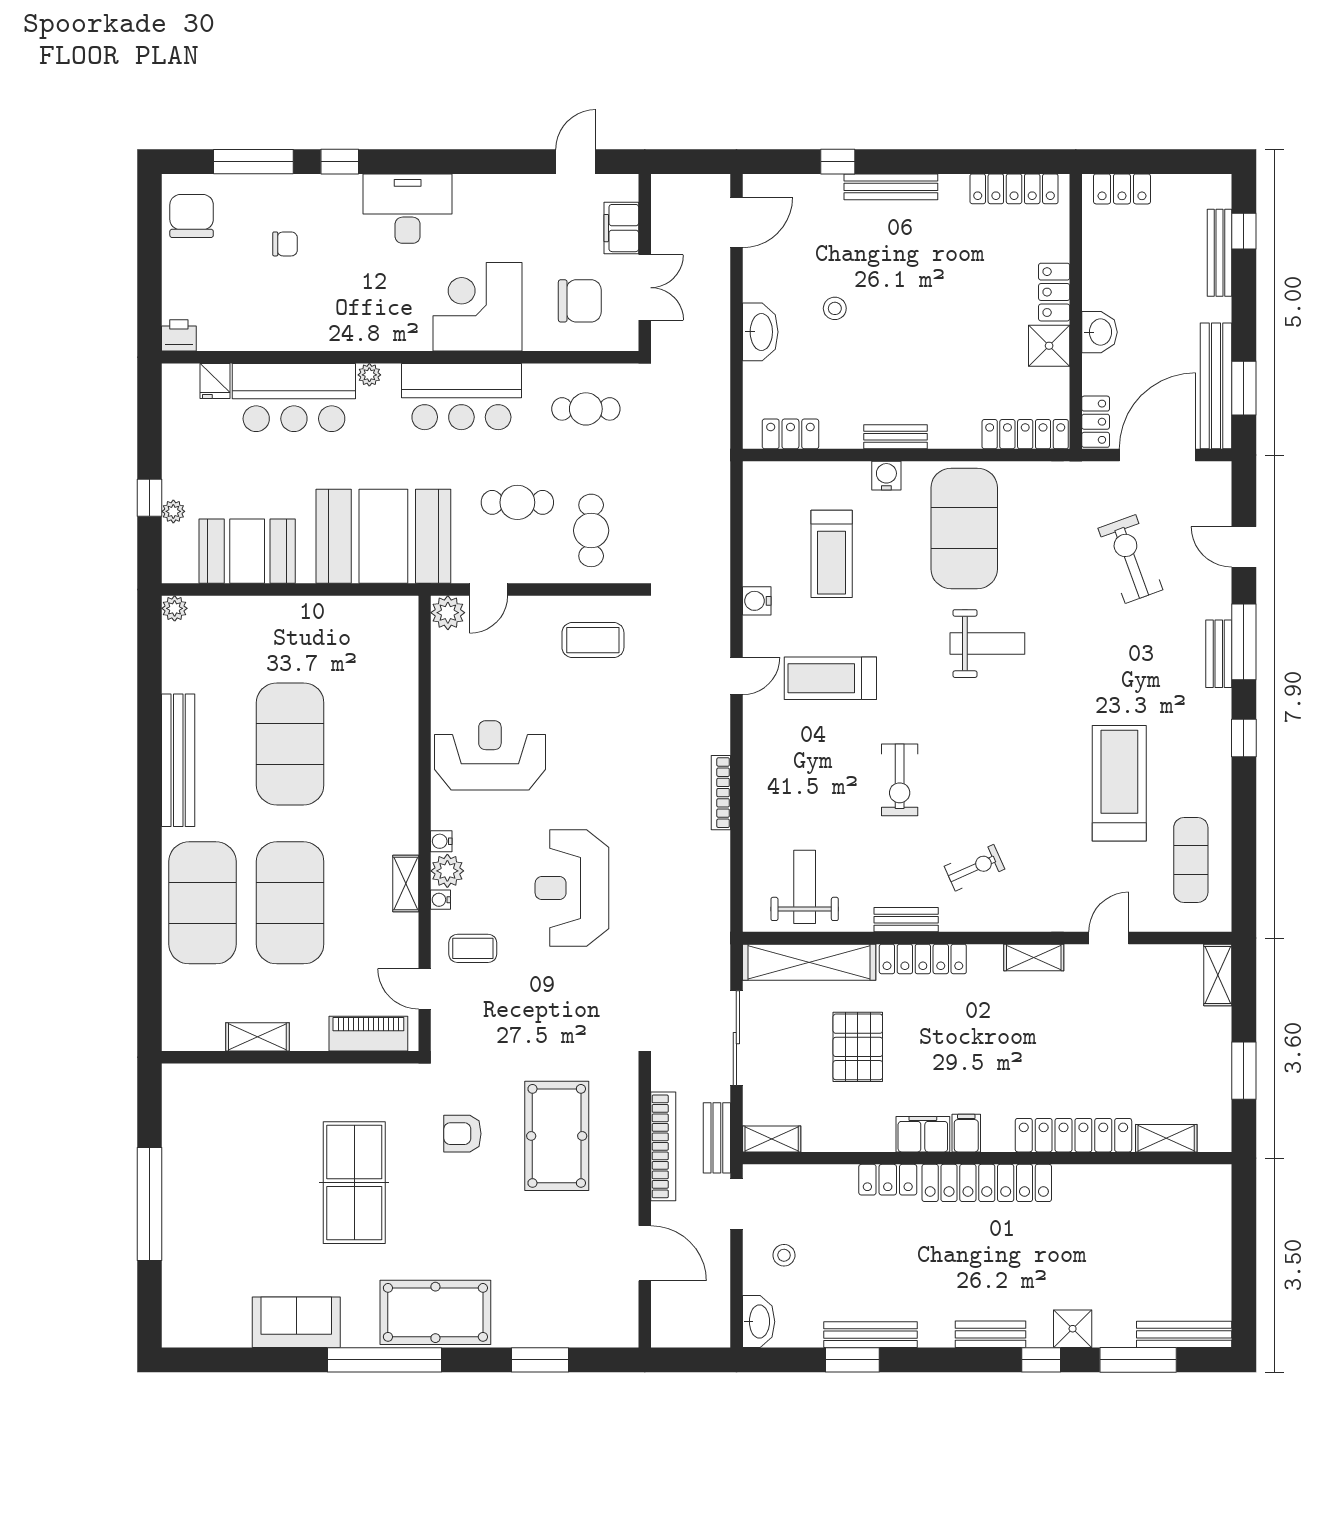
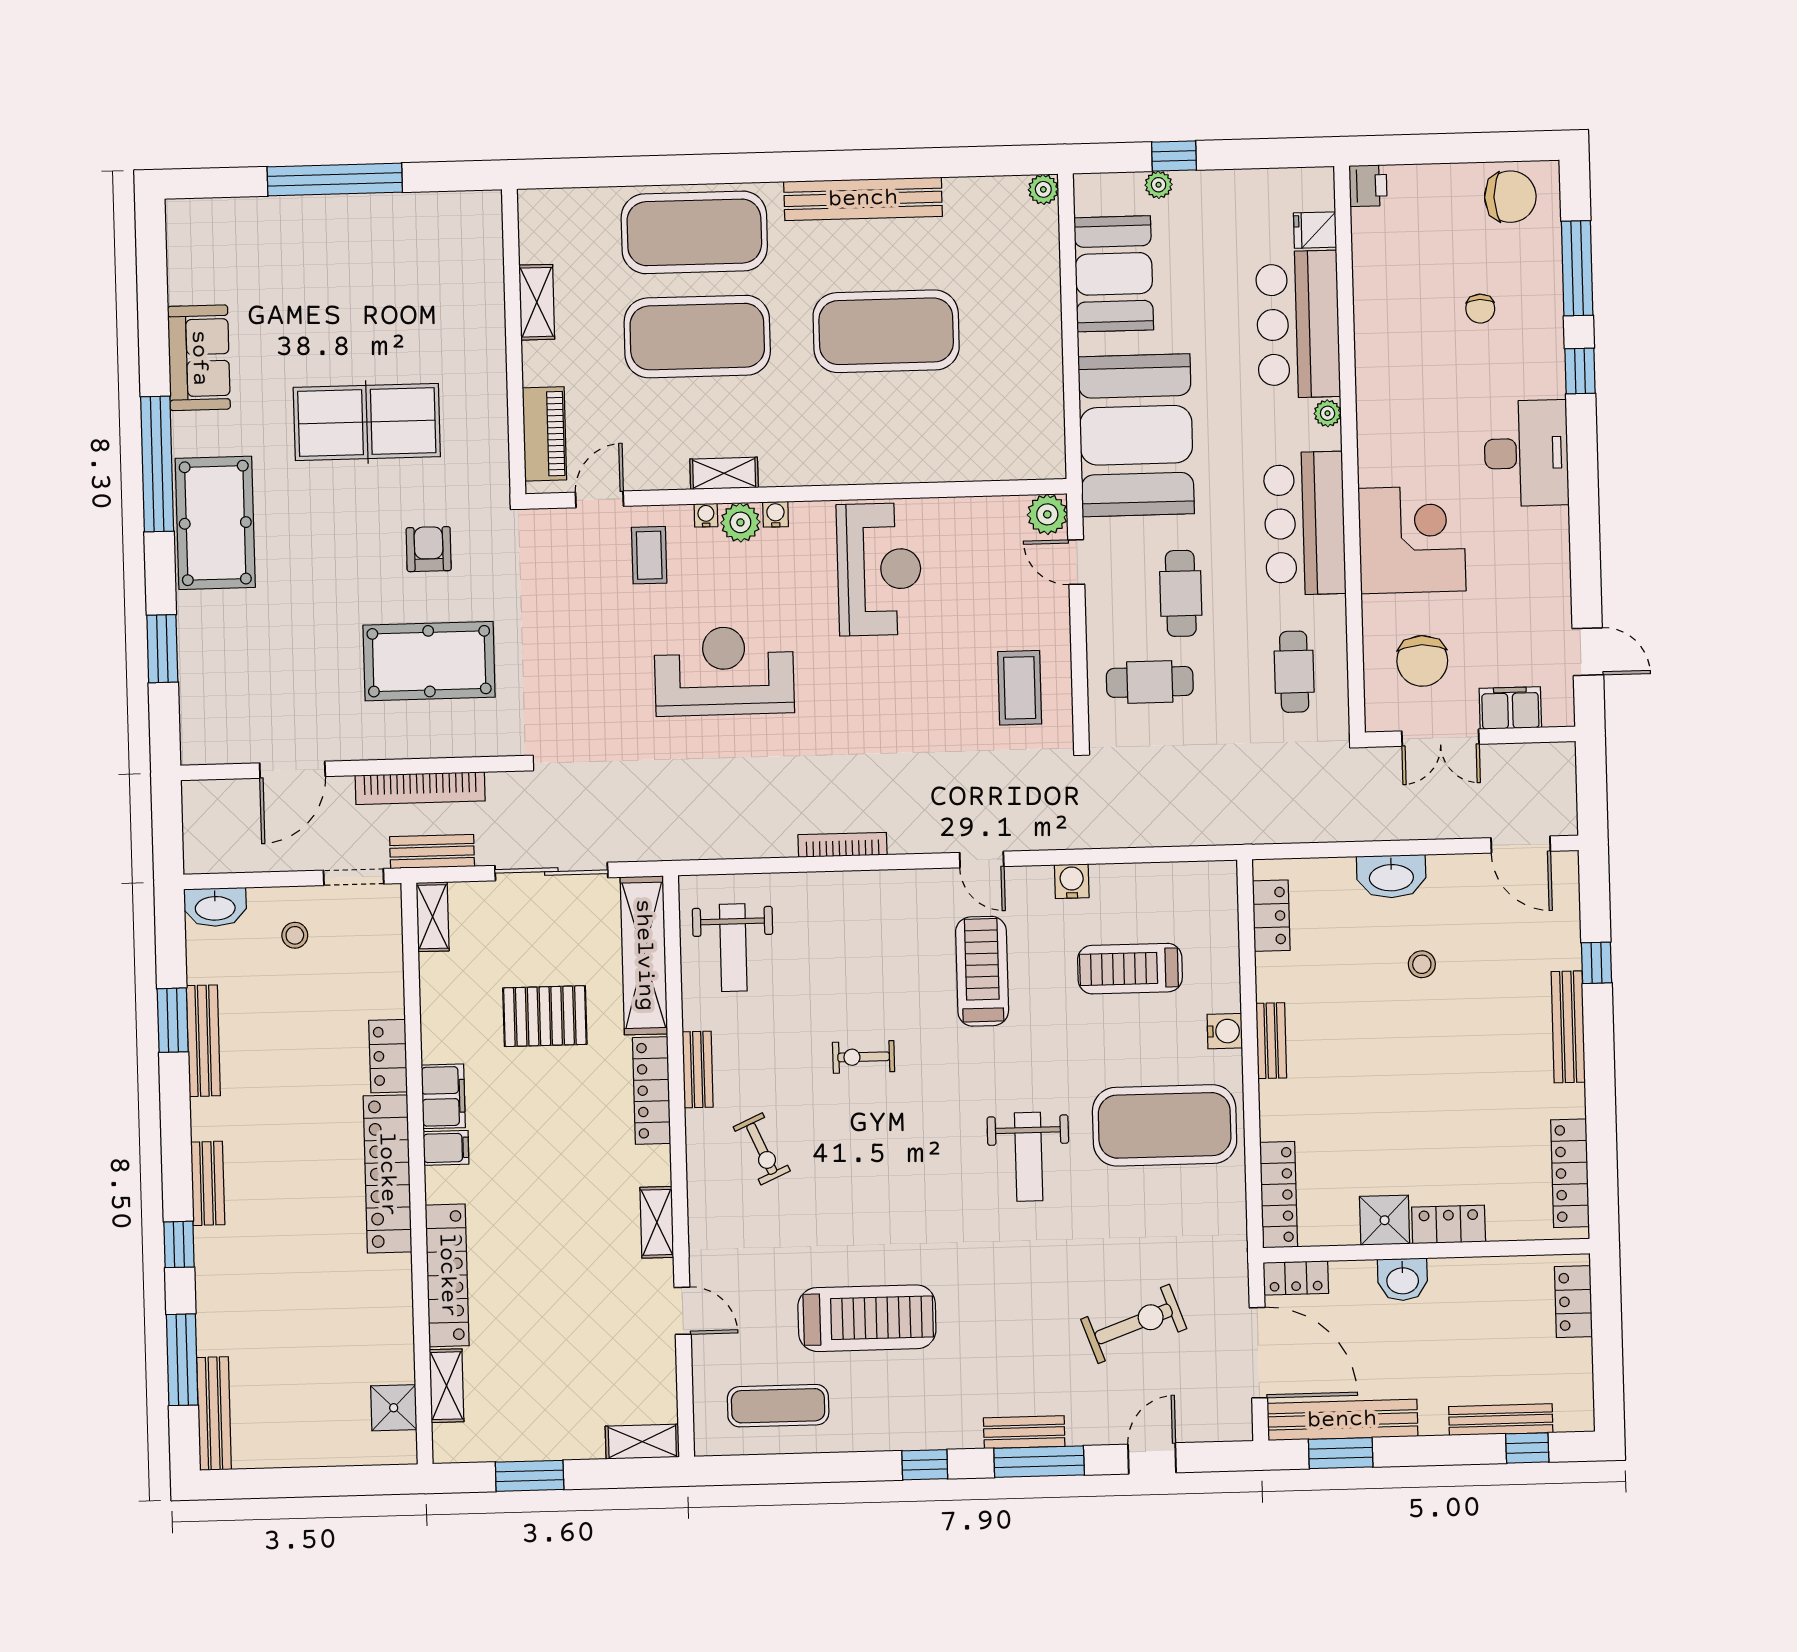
exercise bike: (900, 780) -> (864, 1057), width x0.73, depth x0.72
weight bench: (805, 887) -> (733, 948), turned 90
shower: (1073, 1329) -> (394, 1408), moved

